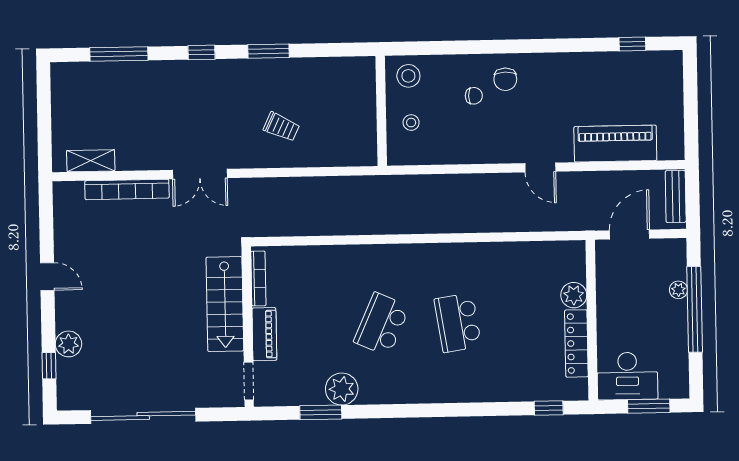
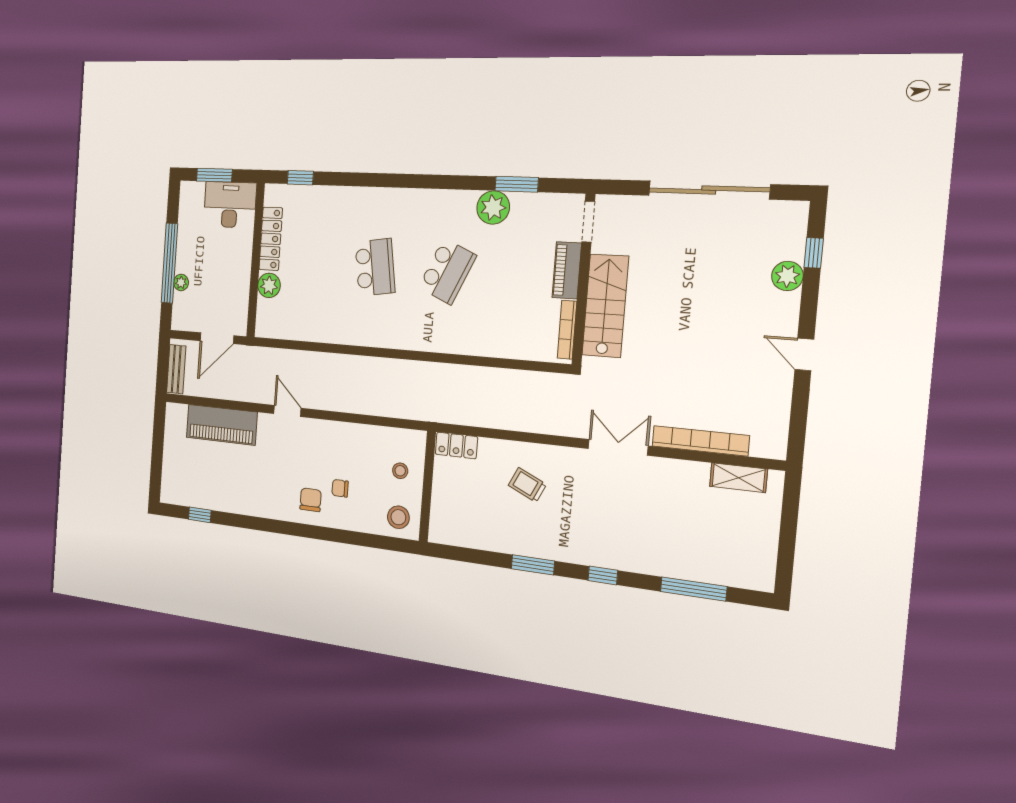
locker: (356, 155) -> (456, 445), added

